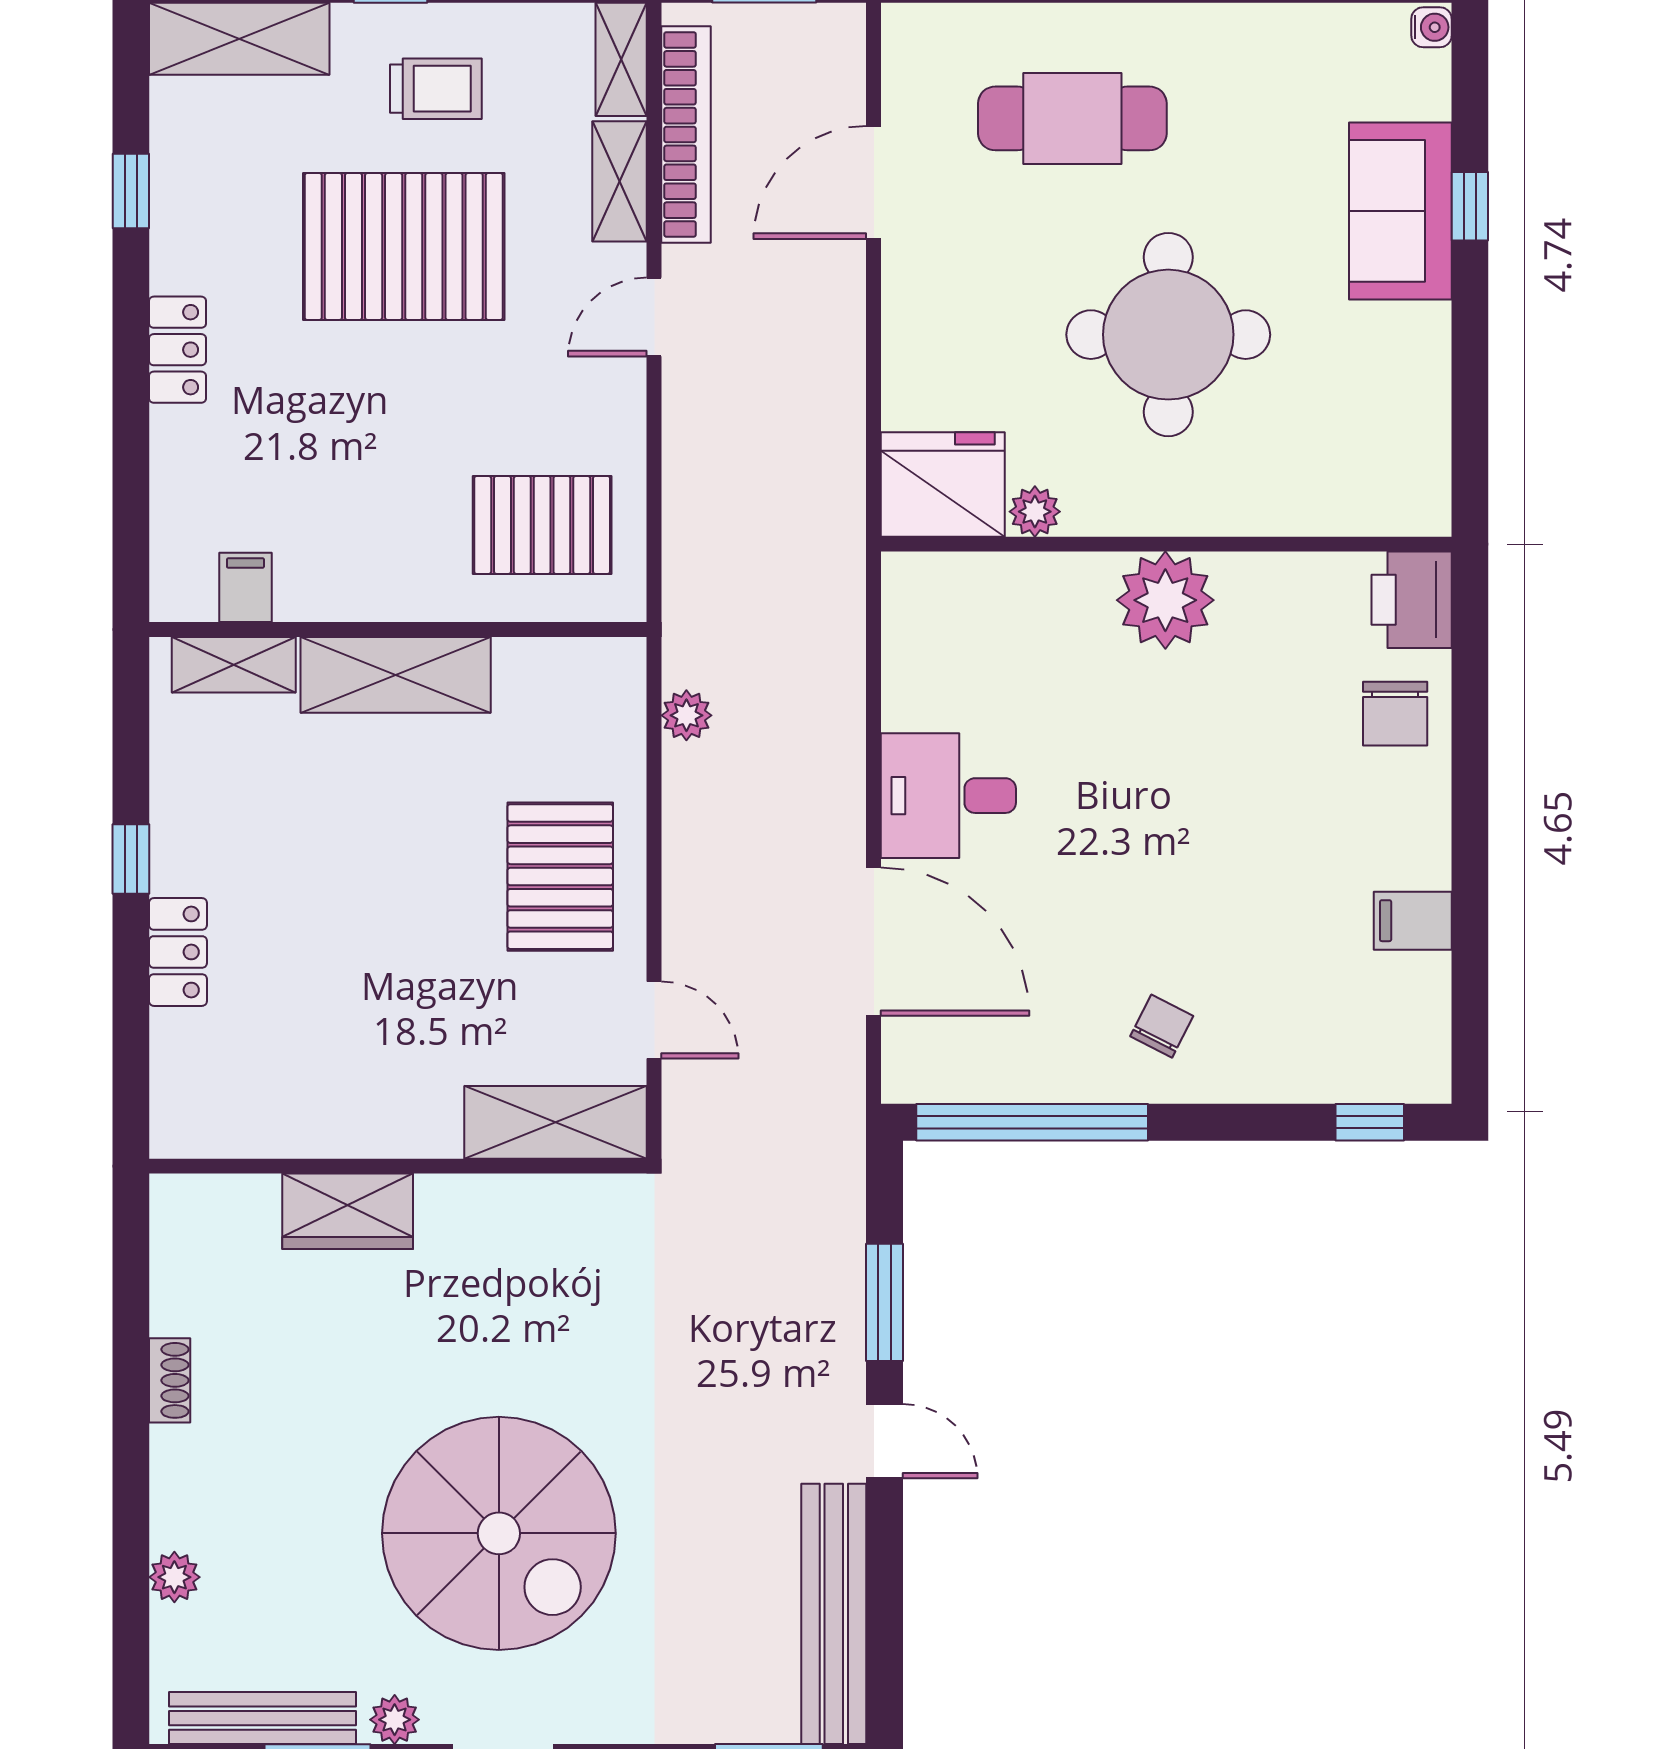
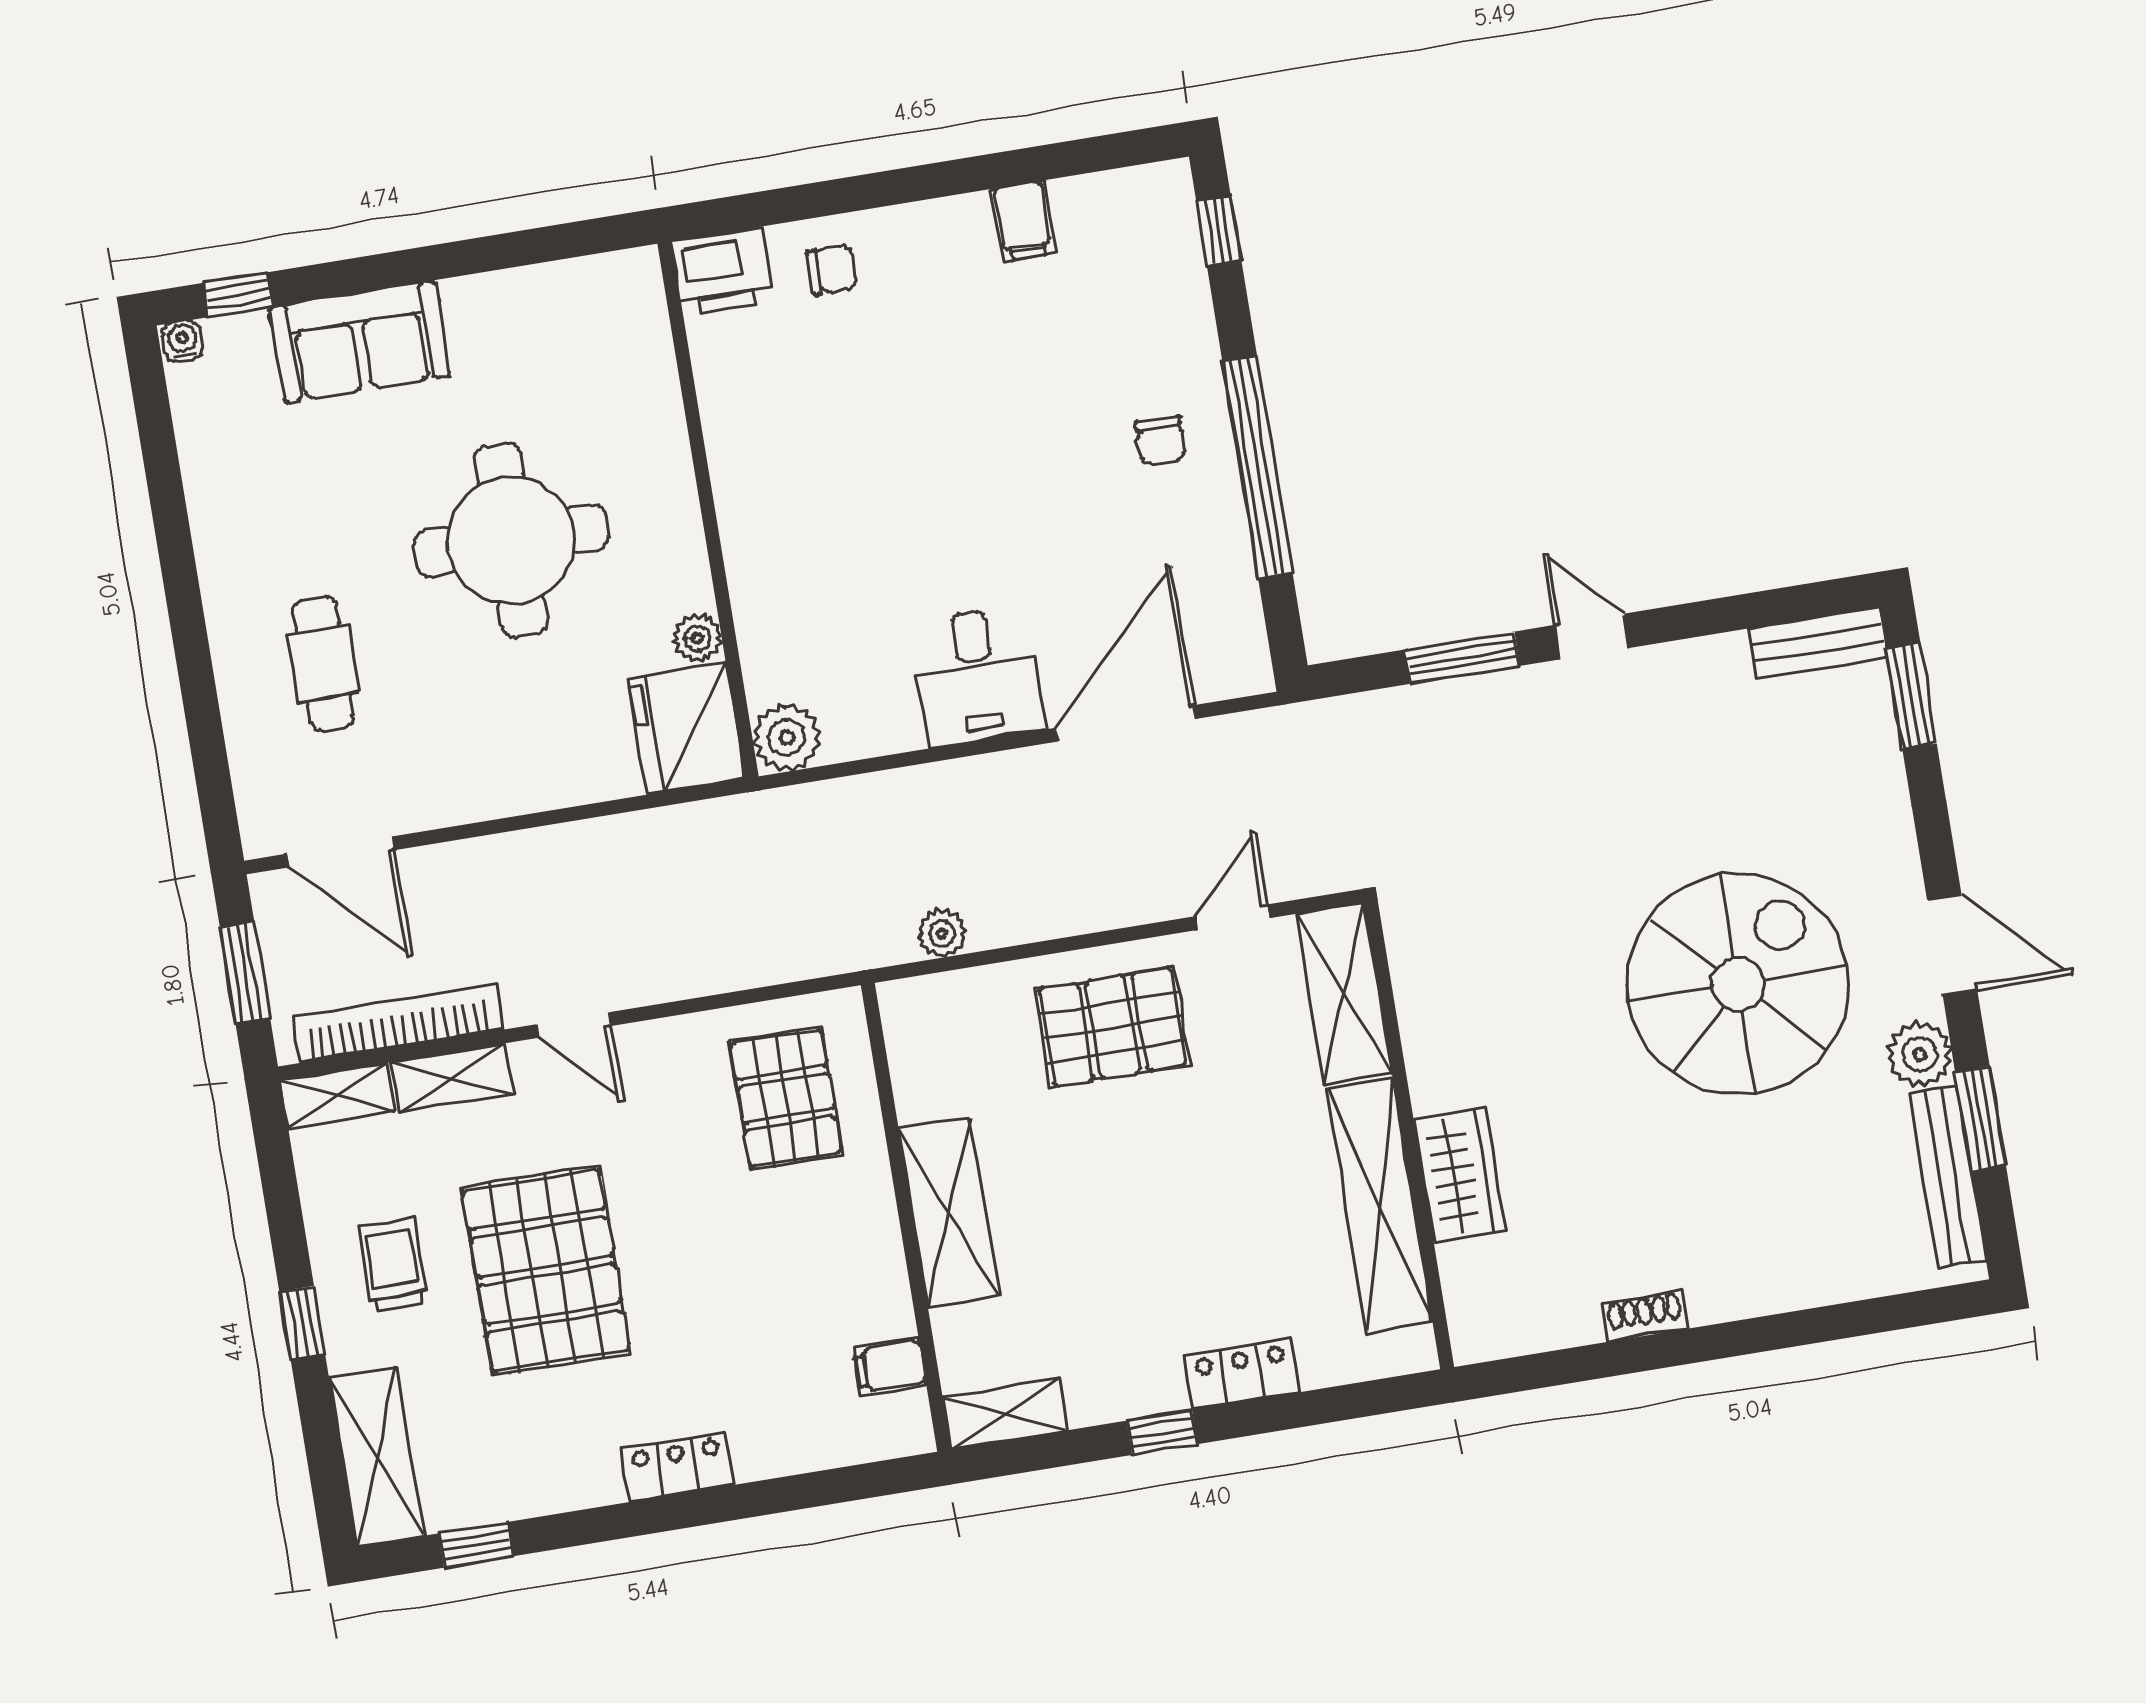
cafe table: (1072, 118) -> (323, 663), width x0.73, depth x0.74
door: (874, 182) -> (341, 852), moved
window: (131, 191) -> (476, 1545), moved
window: (1470, 206) -> (238, 295), moved
plant: (1165, 600) -> (787, 737), moved, width x0.73, depth x0.73
shelving: (234, 665) -> (1005, 1414), moved, turned 90
chair: (1395, 714) -> (832, 269), width x0.73, depth x0.73
chair: (1162, 1026) -> (1161, 440), turned -117
window: (1032, 1122) -> (1257, 467), moved
shelving: (330, 1123) -> (1379, 1205), added
door: (885, 1441) -> (1592, 636), hinge flipped
plant: (174, 1577) -> (1829, 1281), removed
bench: (834, 1614) -> (1818, 643), width x0.54, depth x0.82
plant: (395, 1720) -> (1920, 1054), width x1.38, depth x1.38

